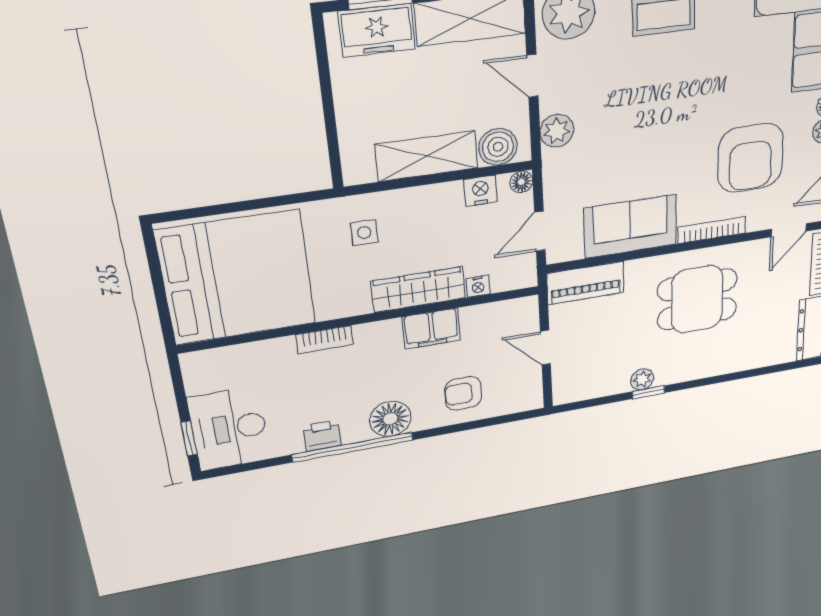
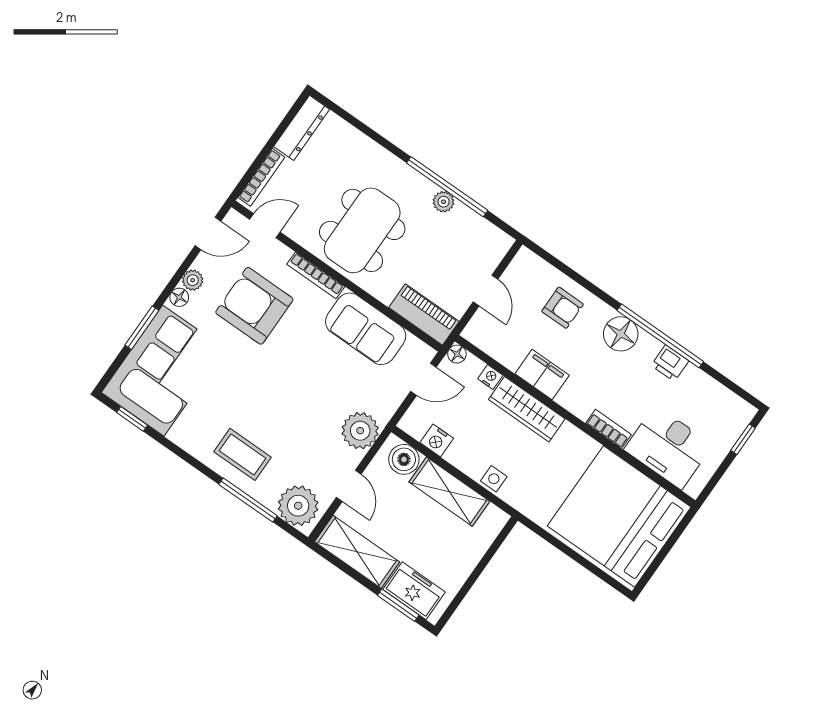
plant: (557, 131) -> (360, 431), width x1.36, depth x1.36
armchair: (750, 158) -> (254, 306), turned -90
floor lamp: (521, 182) -> (457, 354), moved
side table: (364, 233) -> (494, 479), moved
dining table: (697, 299) -> (362, 230), width x1.38
window: (648, 392) -> (447, 187), width x3.17
desk: (229, 429) -> (668, 447), moved, turned 90

